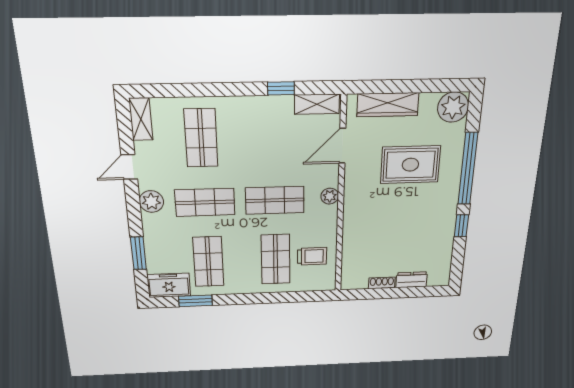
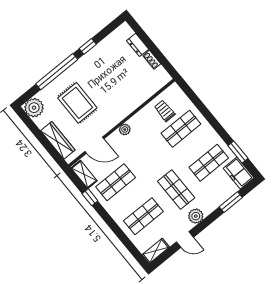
shop shelf: (275, 200) -> (116, 182), moved, turned 90

